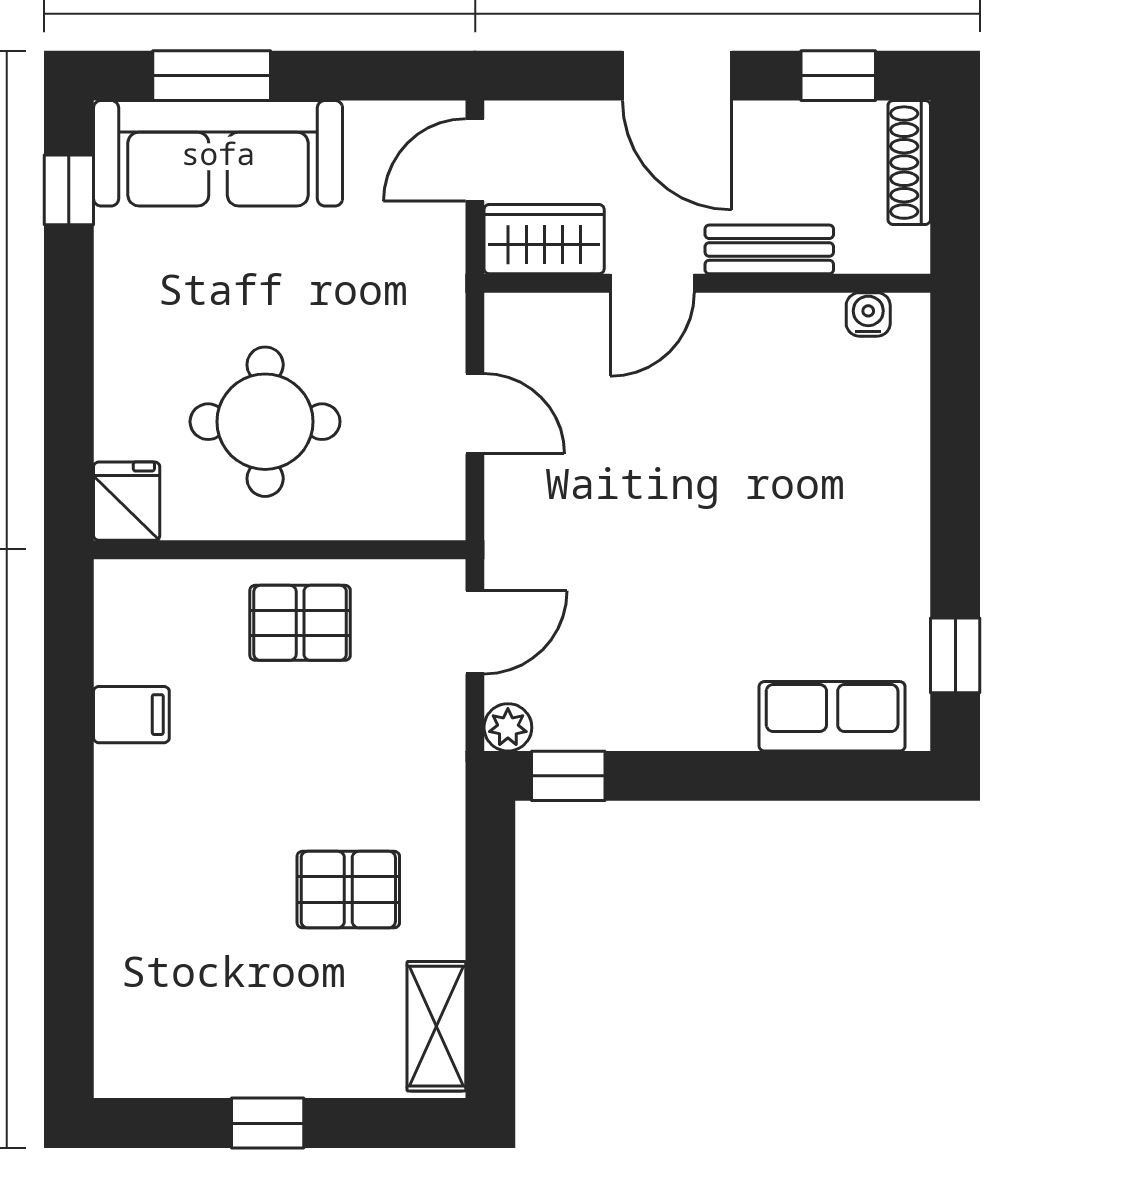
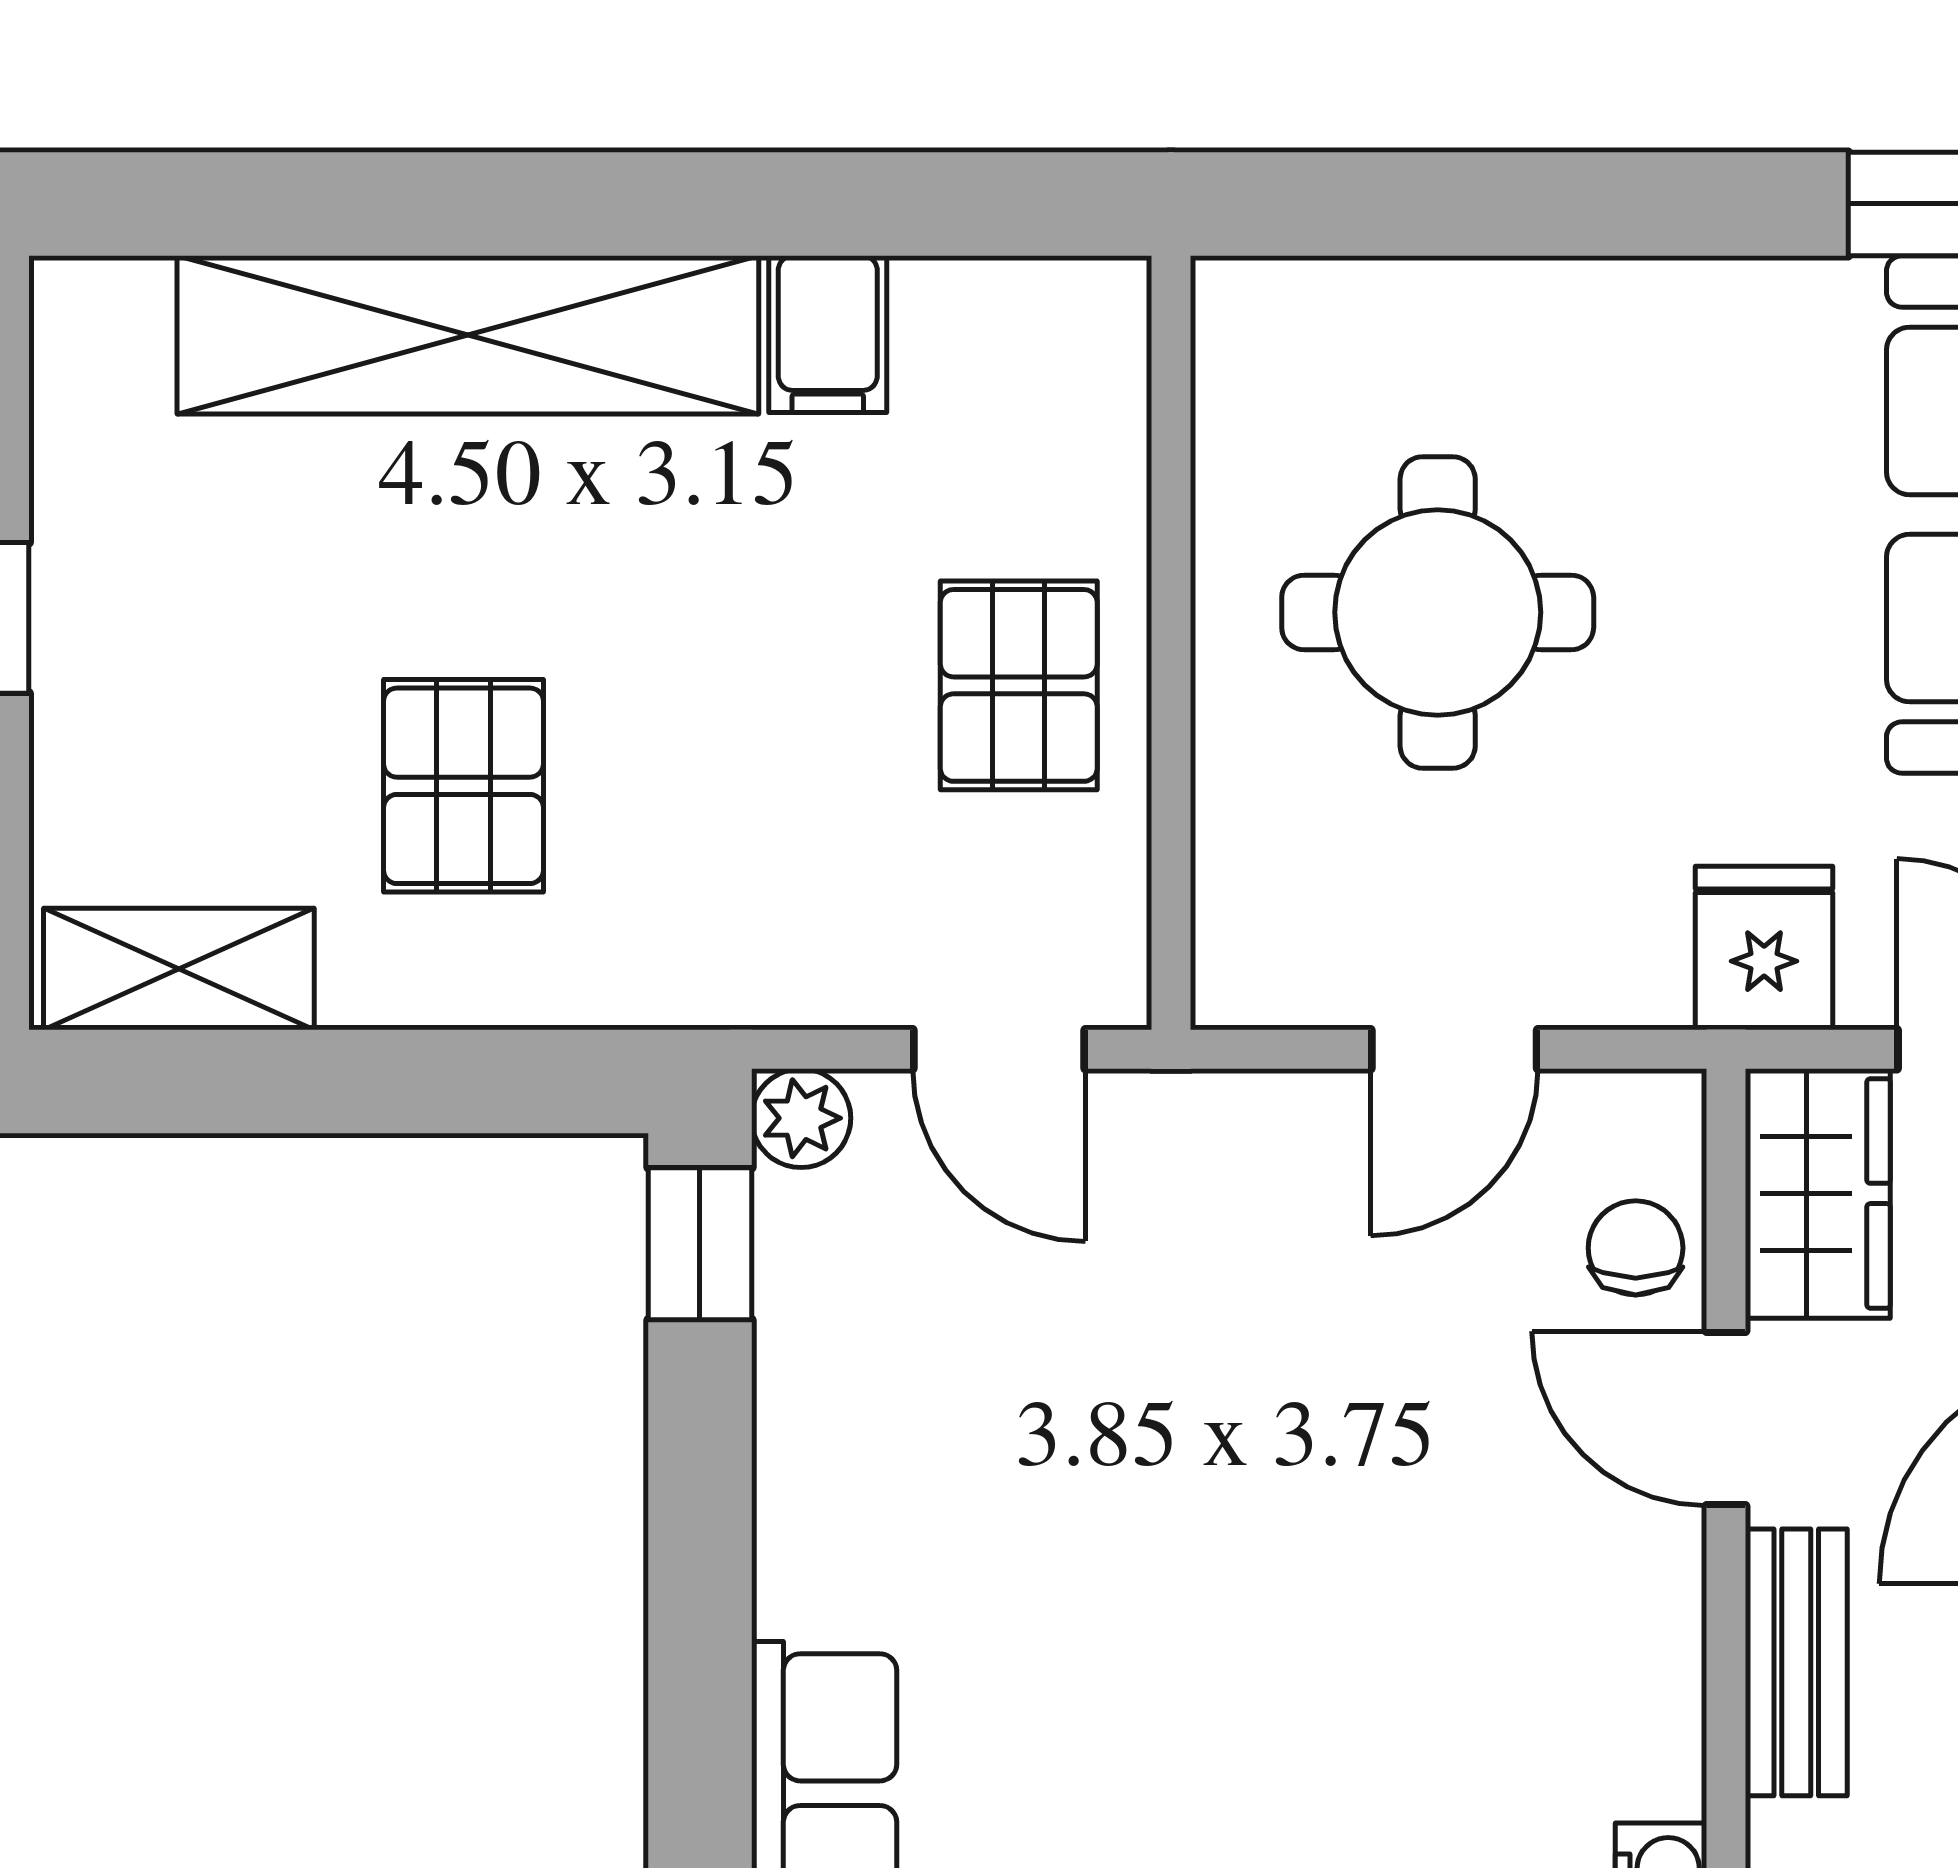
chair: (570, 327) -> (1636, 1248), added
fridge: (127, 501) -> (1764, 948), moved, turned -90
shelving: (132, 887) -> (468, 335), added

